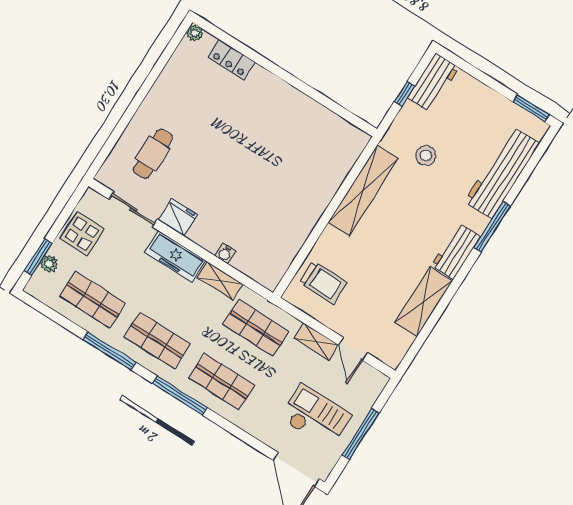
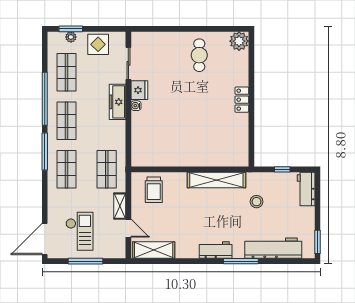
plant: (195, 33) -> (239, 41), width x1.88, depth x1.88
locker: (231, 60) -> (242, 100), moved
workbench: (433, 83) -> (306, 189), moved, turned 90
cafe table: (153, 154) -> (199, 55), moved, turned 90
water cooler: (225, 253) -> (136, 106), moved
shelving: (220, 281) -> (120, 134), removed
shelving: (424, 302) -> (154, 250), moved
door: (353, 349) -> (128, 228), swing flipped
window: (109, 351) -> (45, 99), width x1.46

